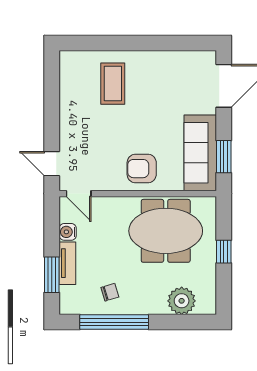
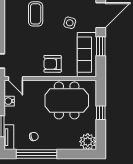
side table: (171, 99) -> (70, 23), added
window: (224, 157) -> (101, 46), moved
tv unit: (67, 263) -> (9, 137), moved
plant: (182, 301) -> (88, 142), moved

